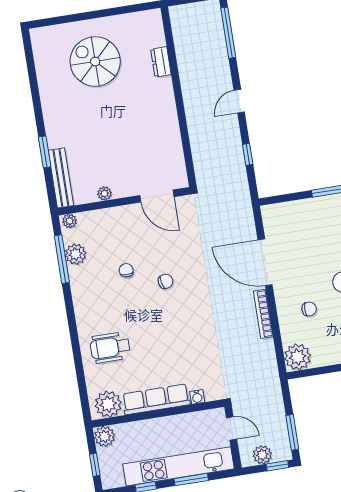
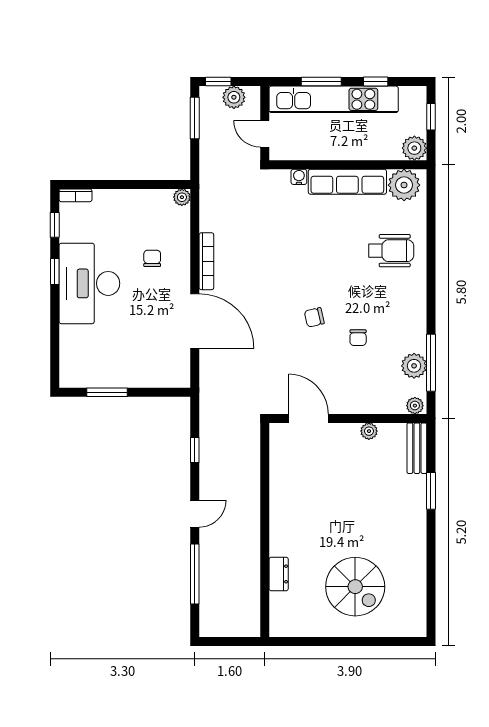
window: (228, 33) -> (195, 574), moved
bench: (61, 178) -> (417, 448), width x0.73
chair: (309, 309) -> (152, 258), turned 90
plant: (298, 357) -> (182, 197), width x0.53, depth x0.53

